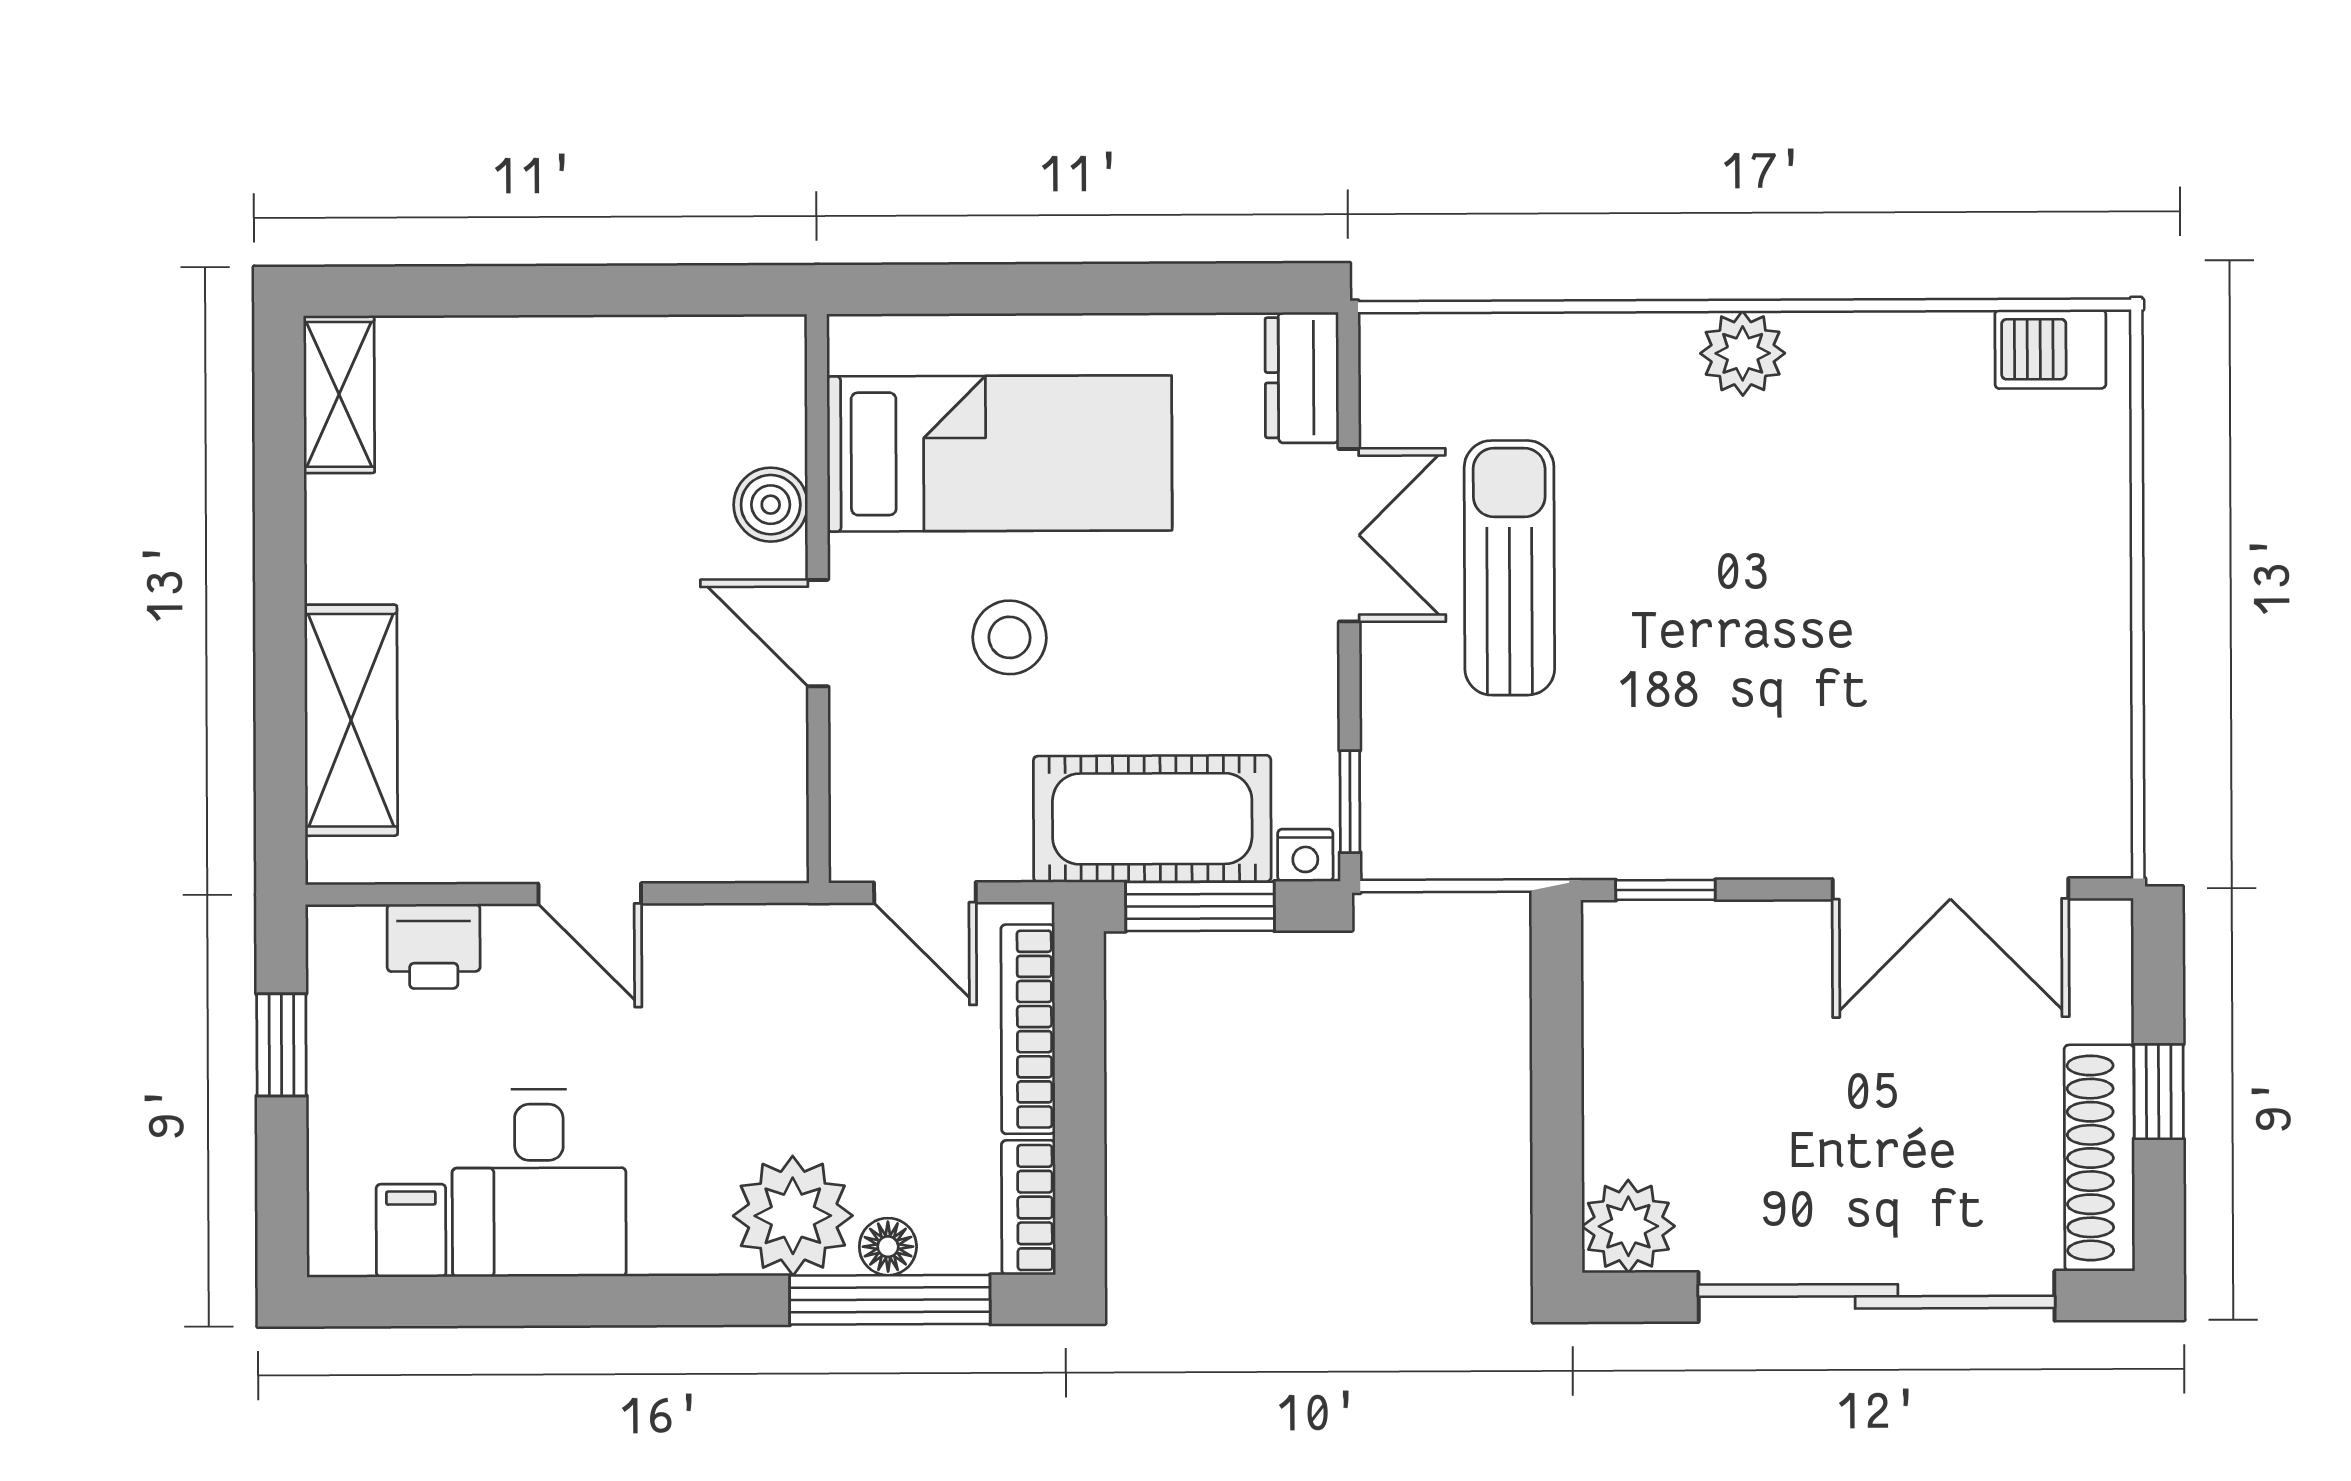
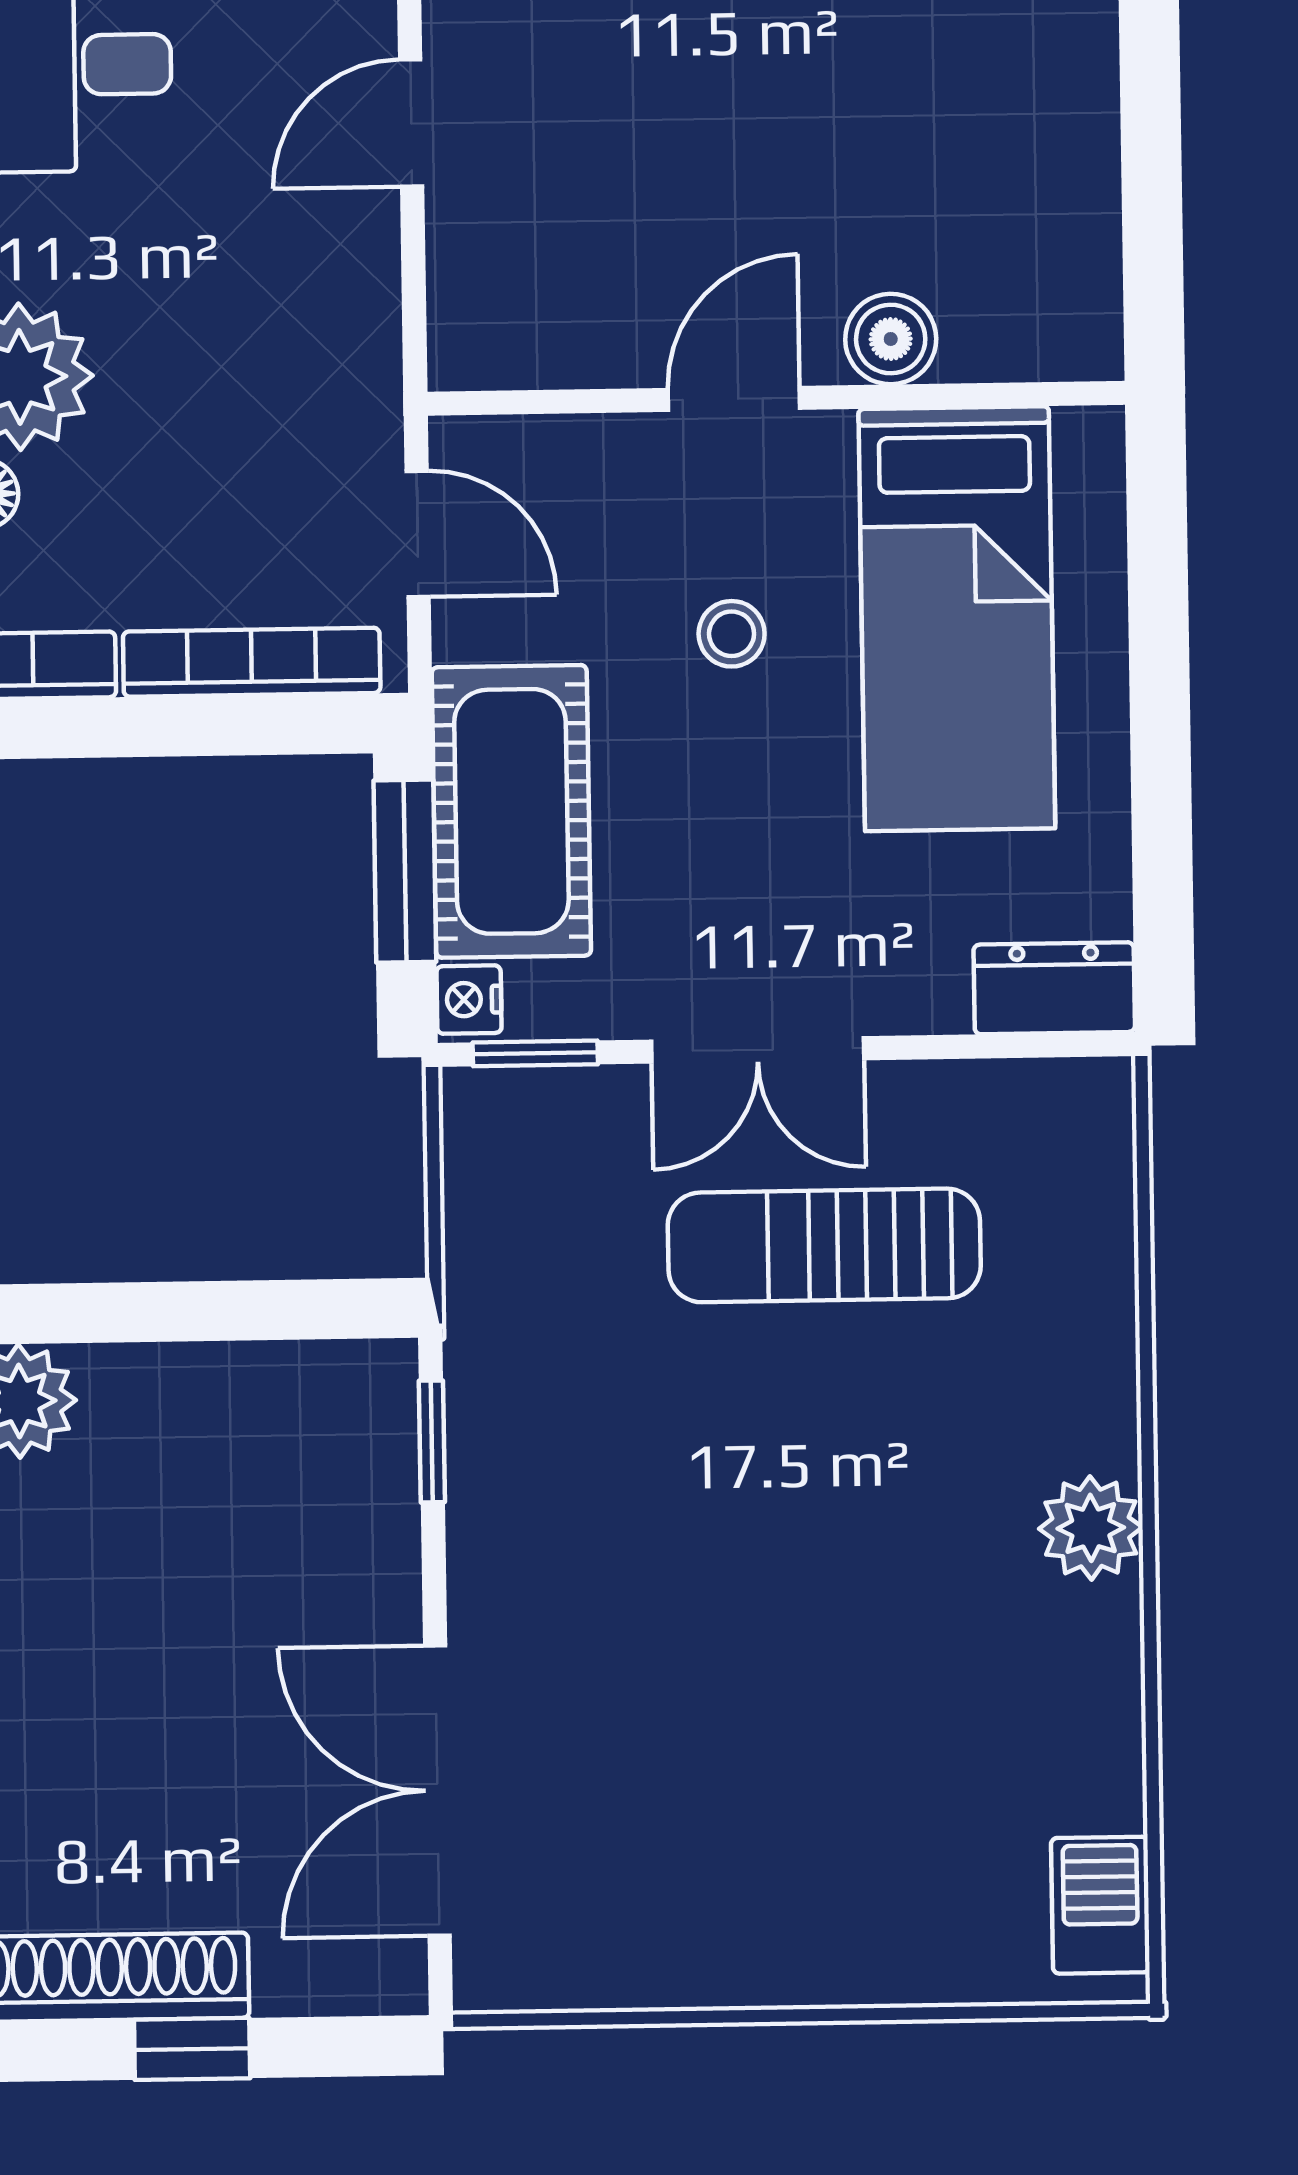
double door: (1349, 535) -> (758, 1050), moved
sun lounger: (1509, 568) -> (824, 1245), turned 180
stool: (1010, 637) -> (732, 634), width x0.73, depth x0.73
door: (925, 893) -> (418, 534), swing flipped

